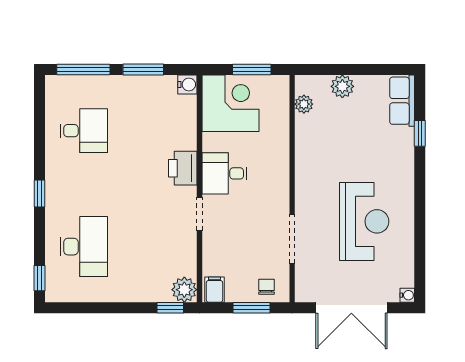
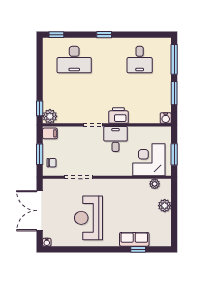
row of seats: (402, 101) -> (134, 239), moved
corner desk: (231, 103) -> (149, 160), moved, turned 180
reception desk: (364, 221) -> (88, 218), turned 90

